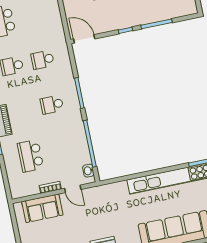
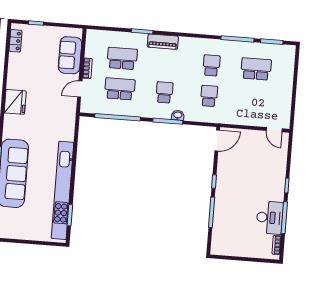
school desk: (61, 150) -> (120, 89), added
washbasin: (88, 171) -> (178, 115), moved

